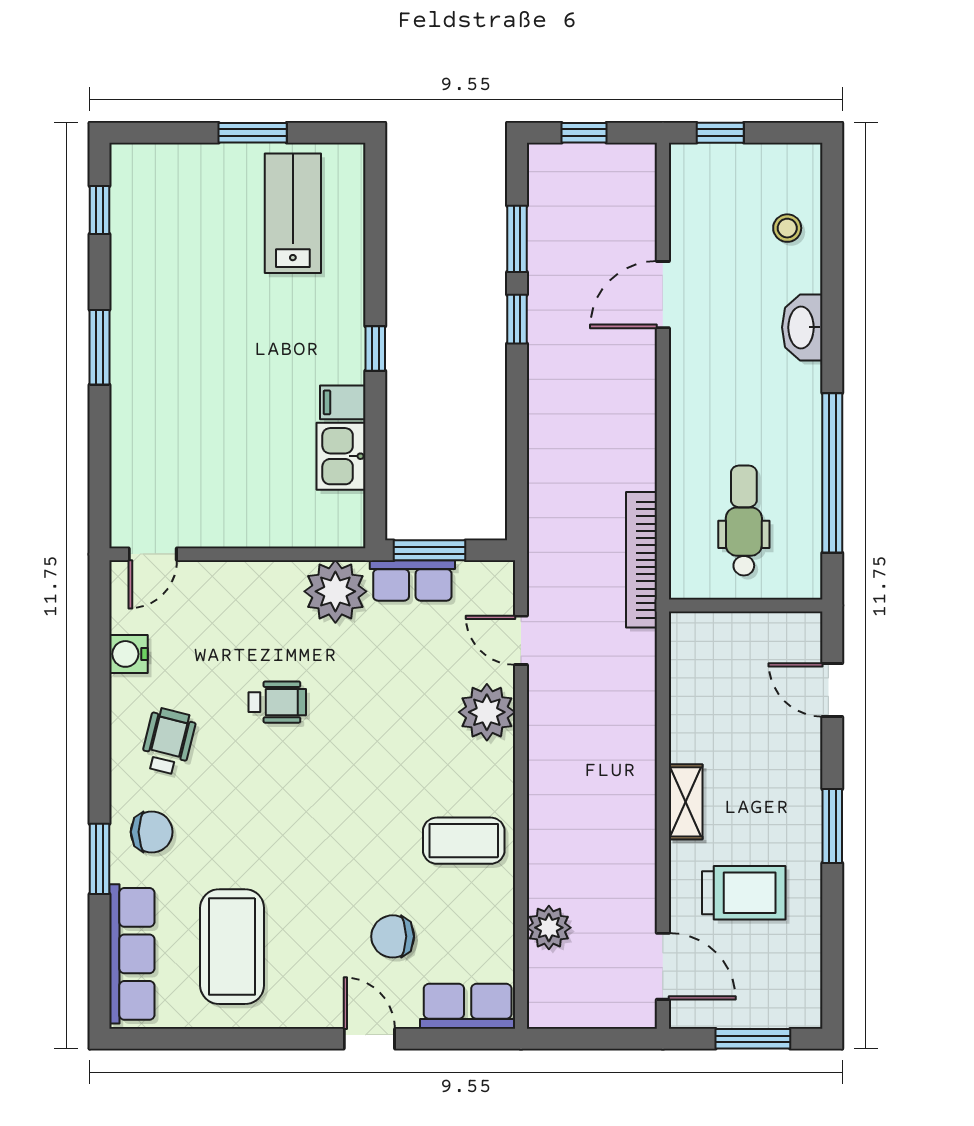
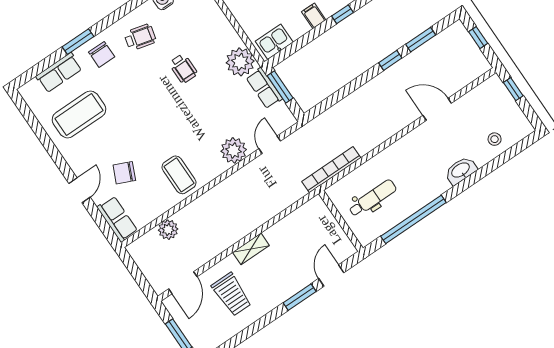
kitchen sink: (341, 456) -> (274, 42), moved
window: (832, 826) -> (300, 297), moved
chair: (393, 936) -> (124, 173), turned -66
row of seats: (132, 954) -> (59, 73), width x0.68

